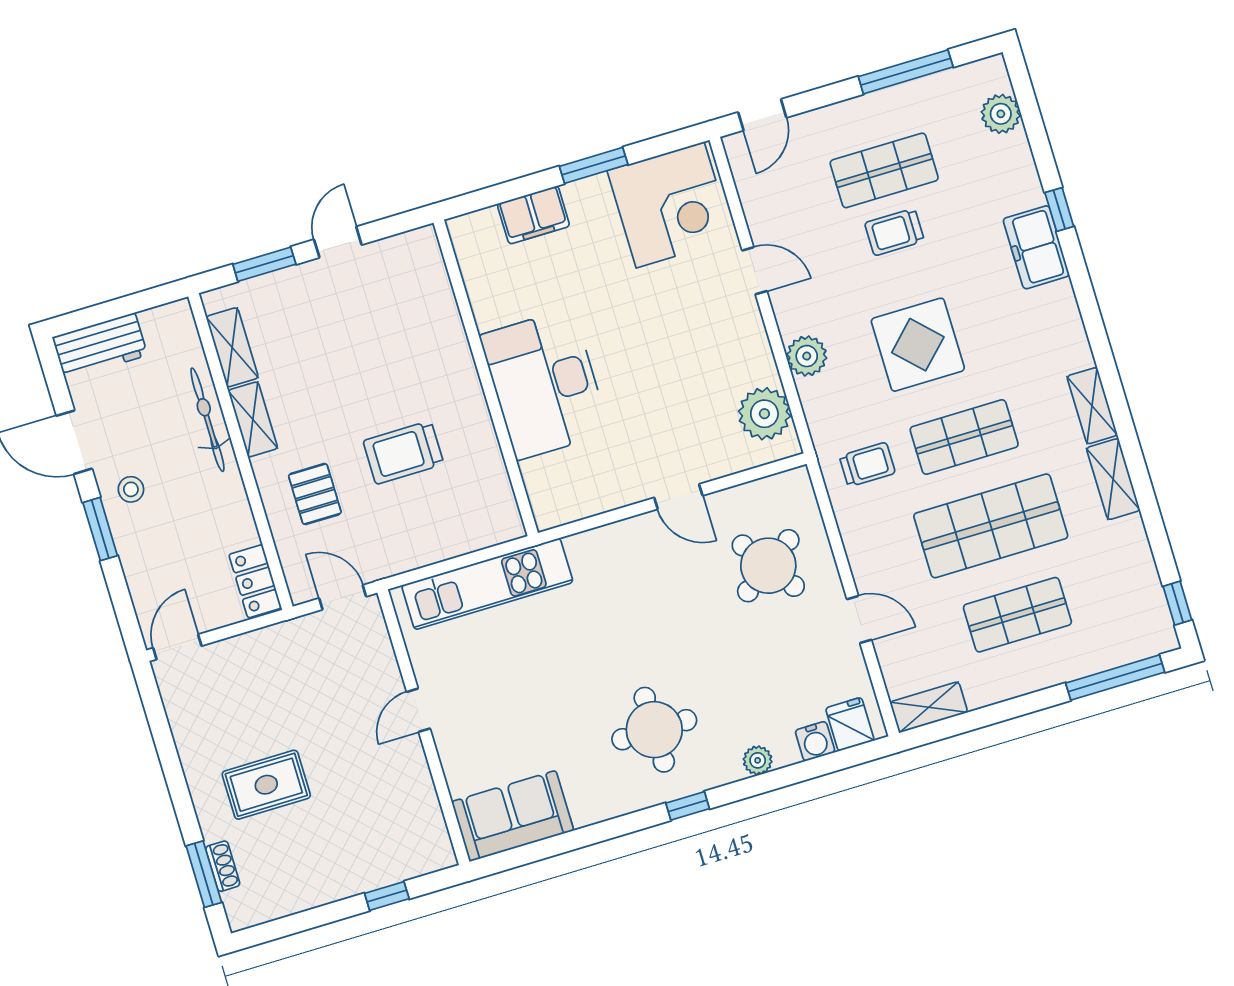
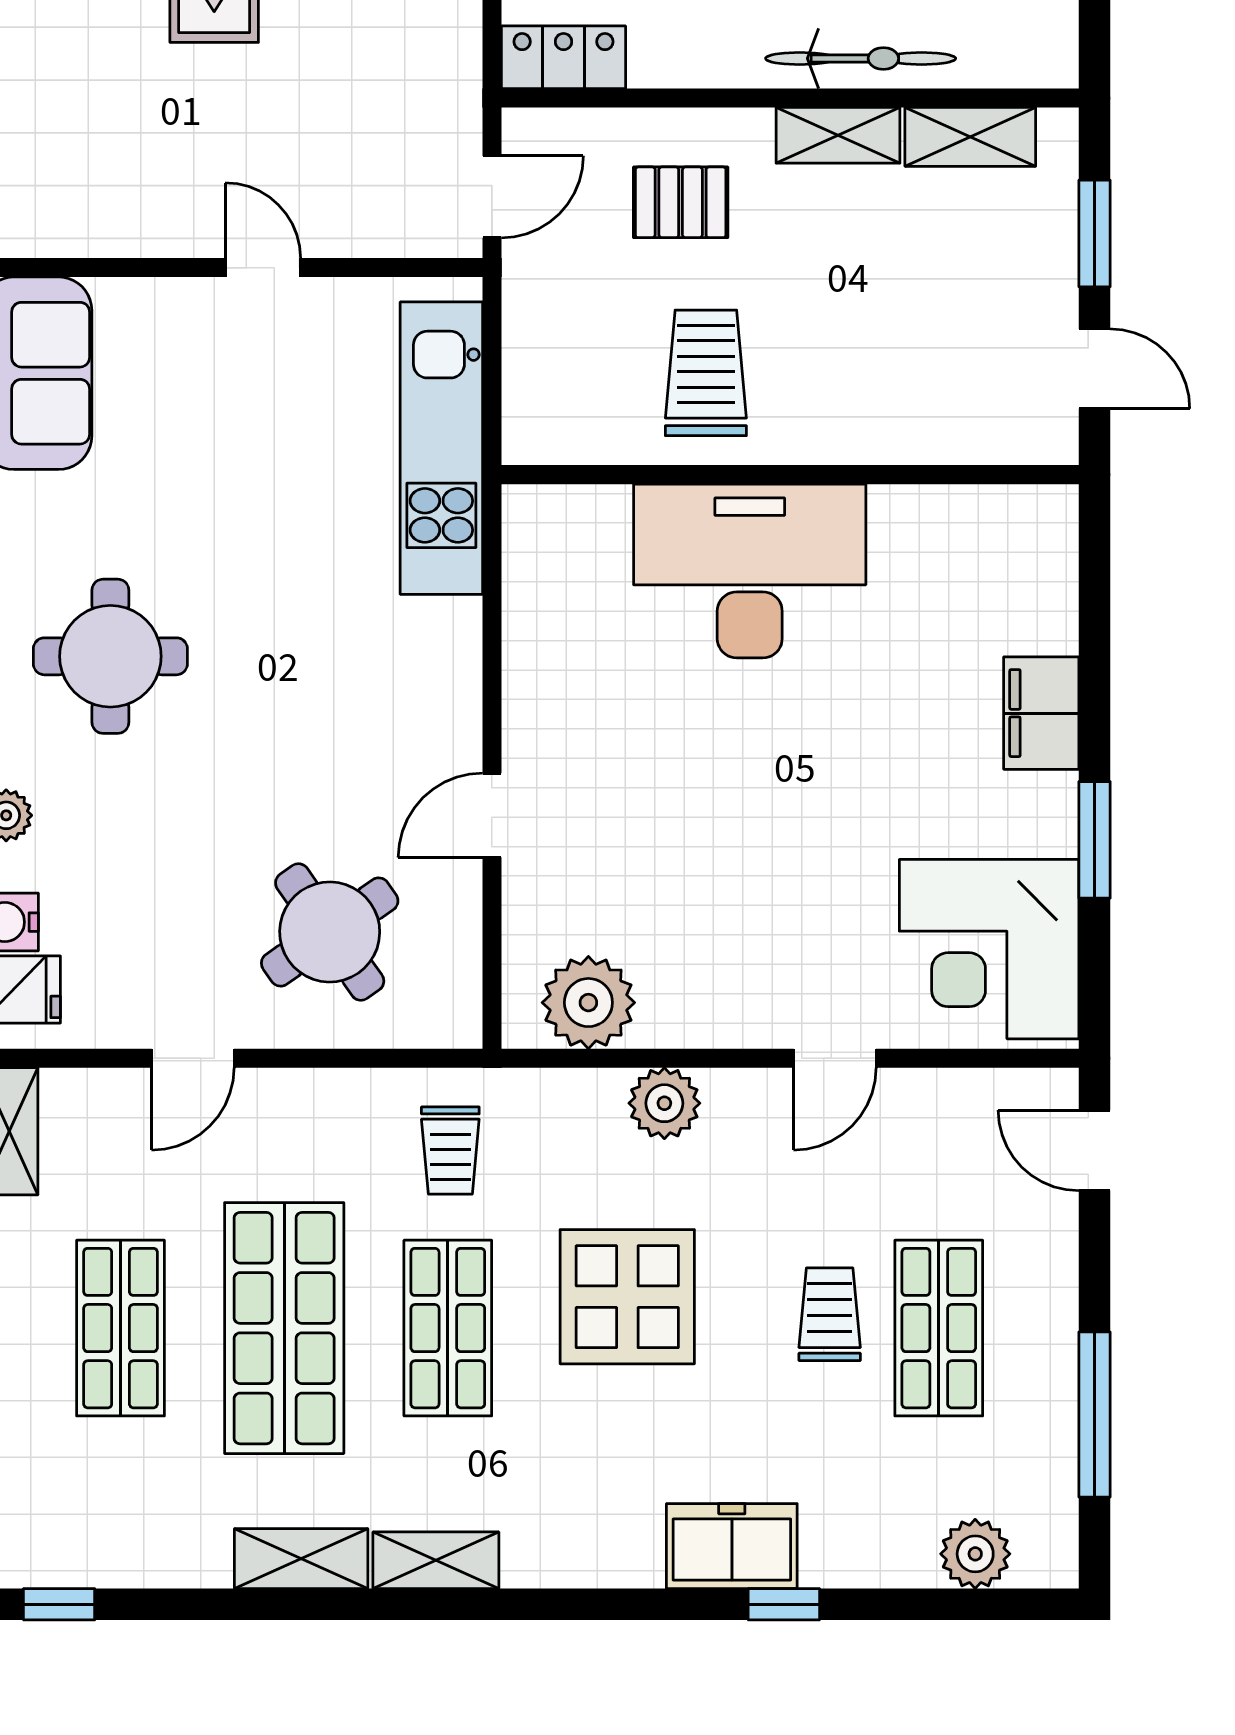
wall: (486, 378) -> (790, 475), moved
desk: (545, 384) -> (750, 571), moved

